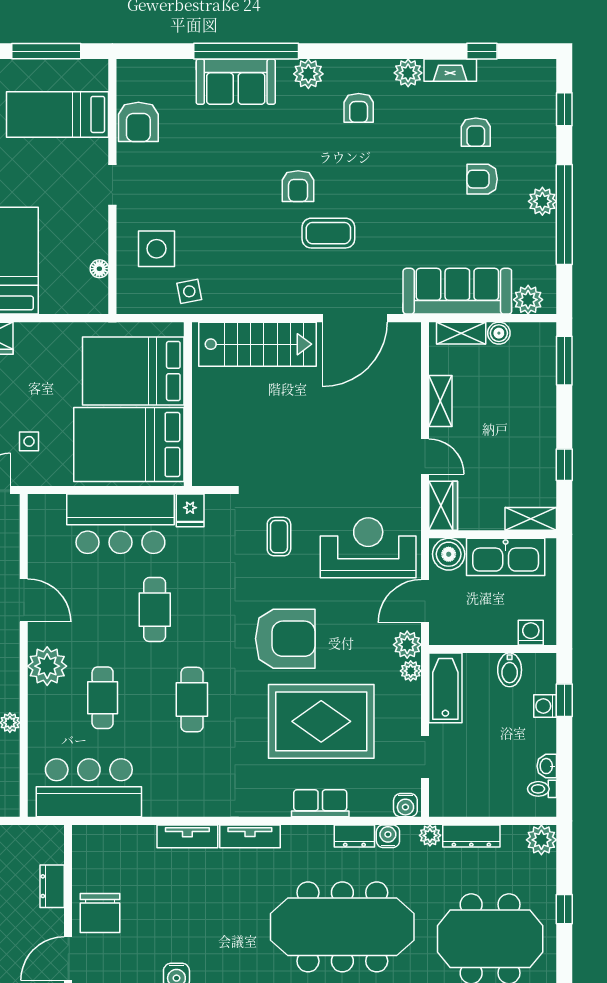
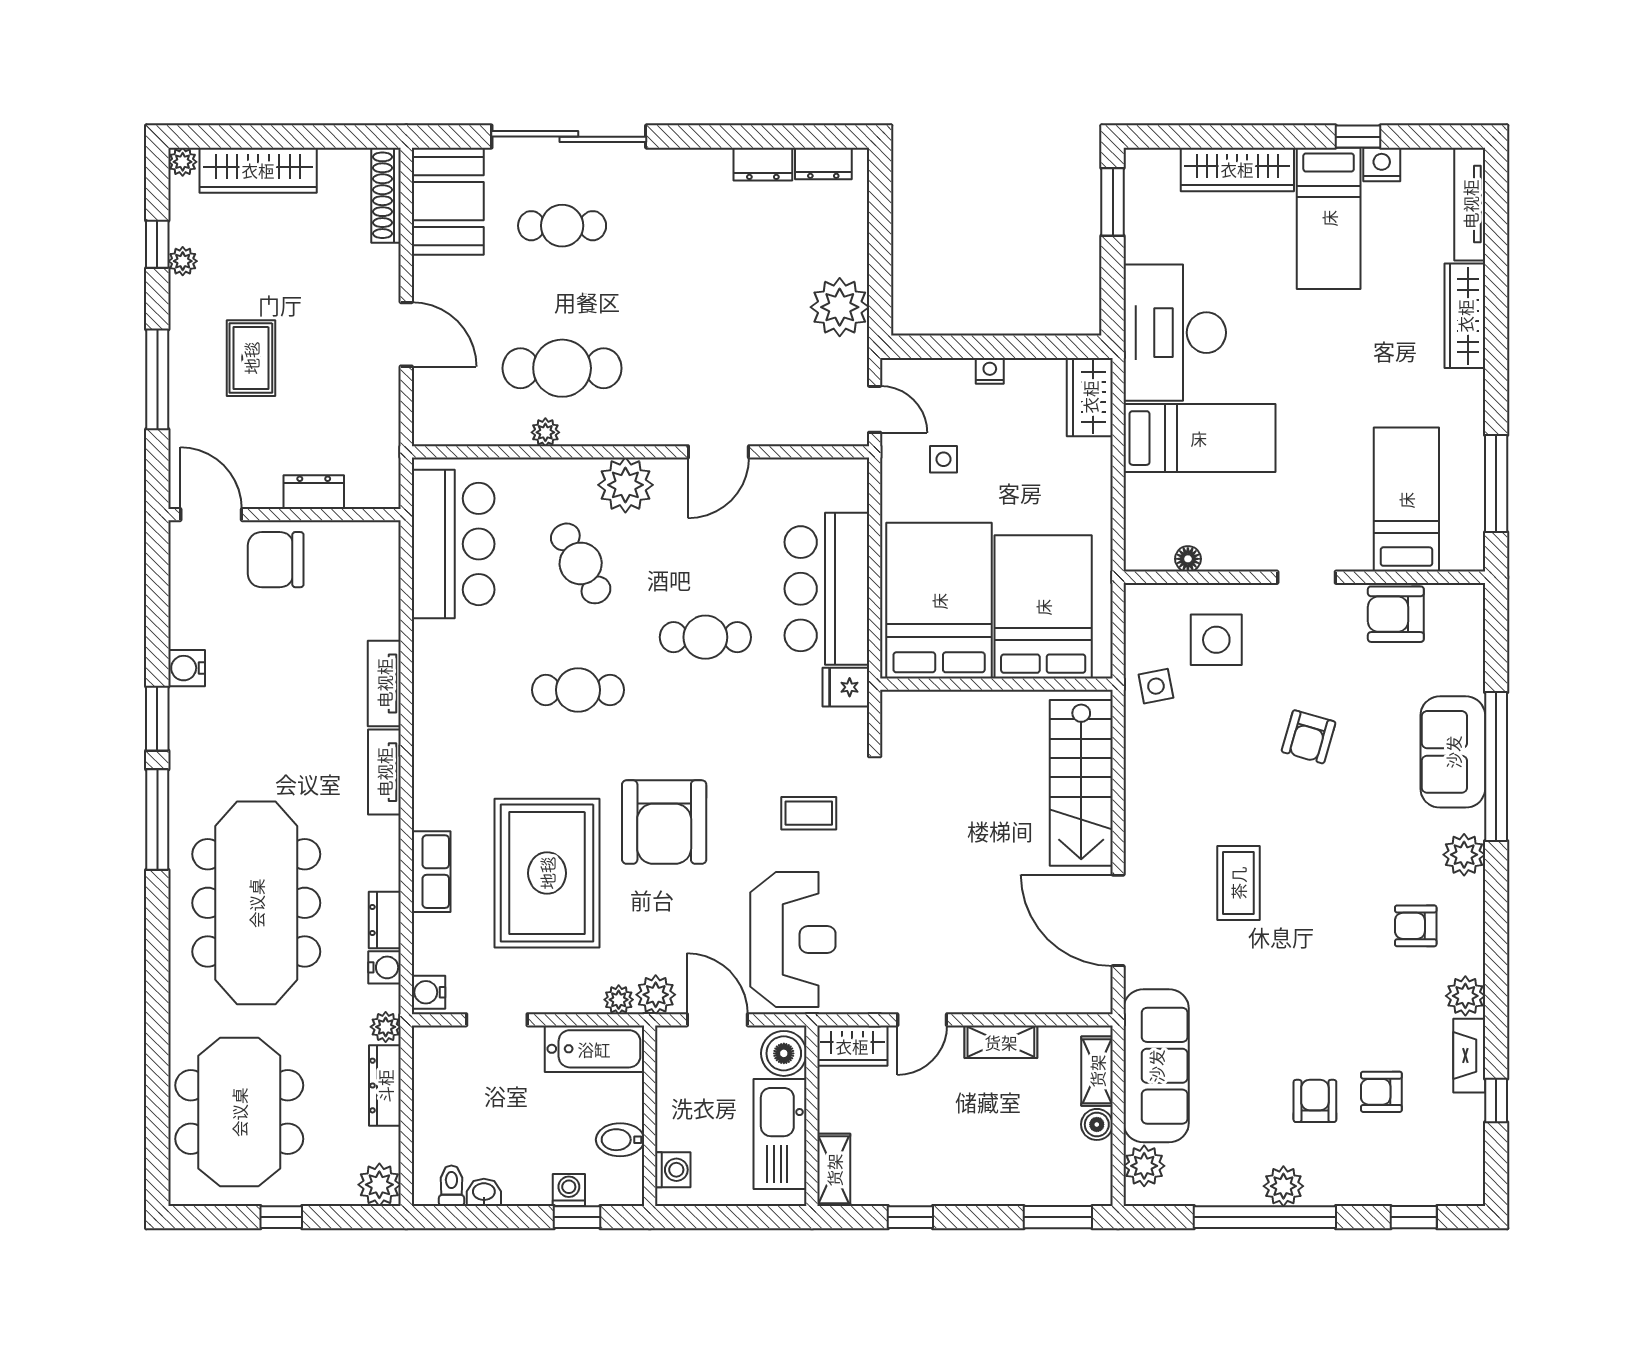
armchair: (298, 186) -> (1309, 737), moved, turned -74
cafe table: (103, 698) -> (581, 563), turned 60

